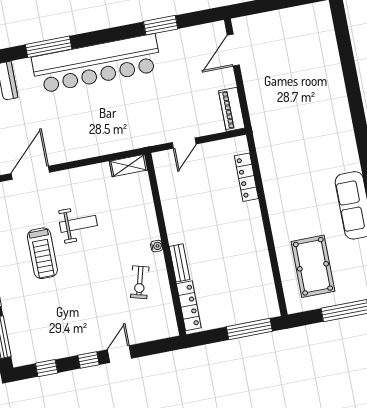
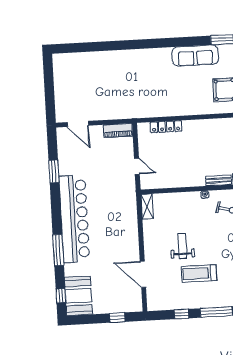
treadmill: (42, 253) -> (199, 273), turned 180

